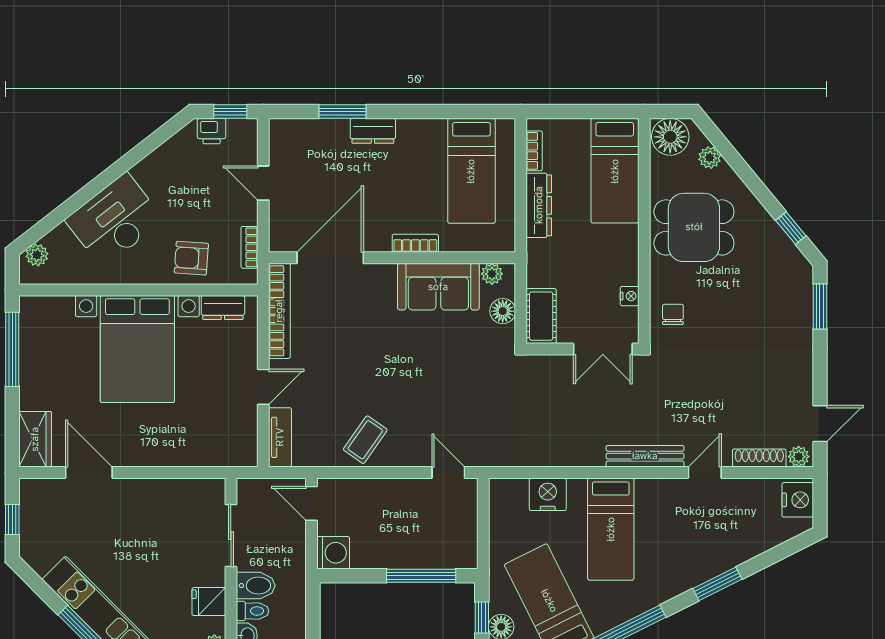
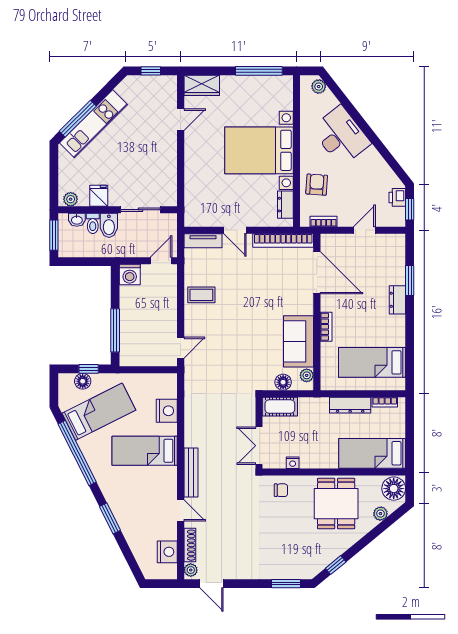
coffee table: (365, 440) -> (201, 295), turned -35
door: (89, 472) -> (181, 120), width x0.73
nightstand: (798, 500) -> (167, 552), moved, turned -90

